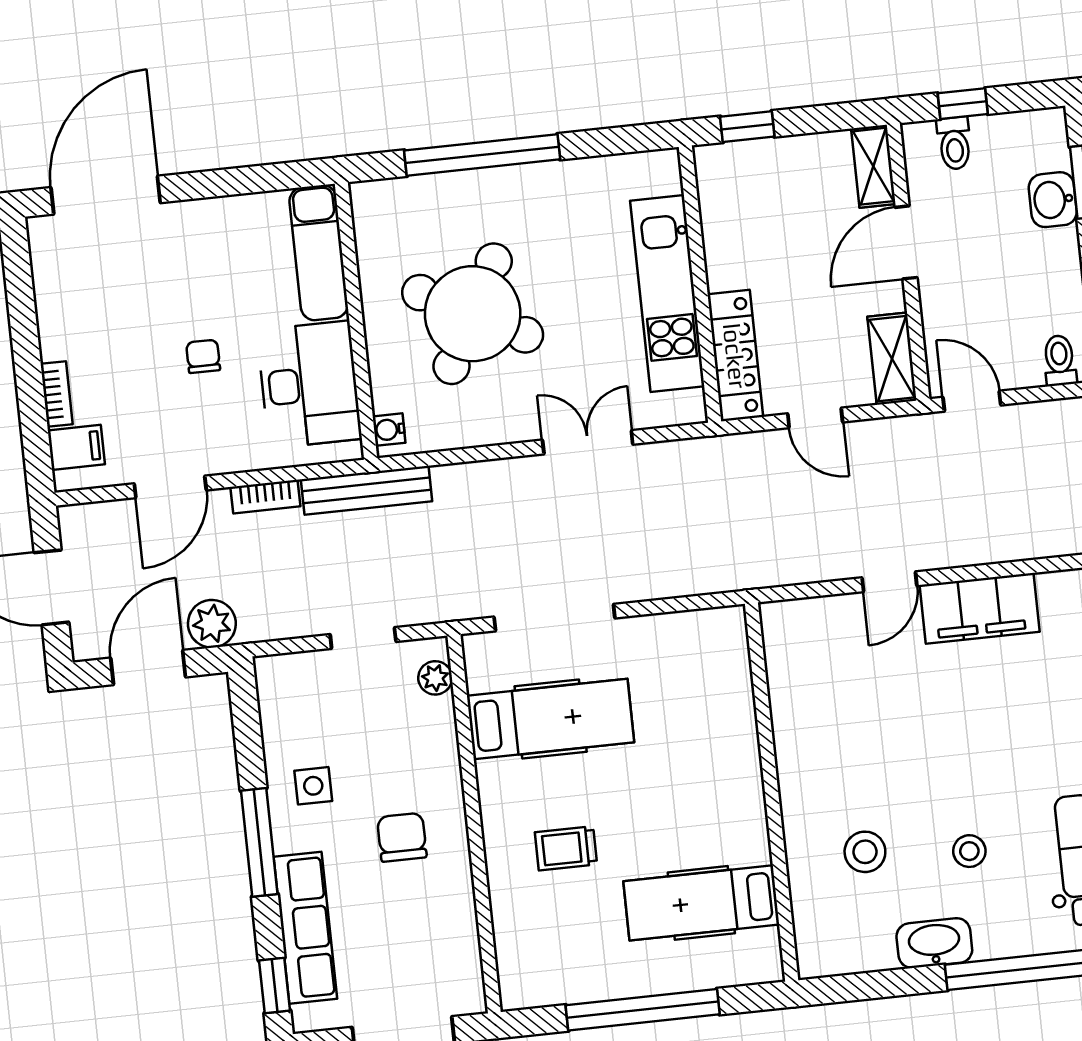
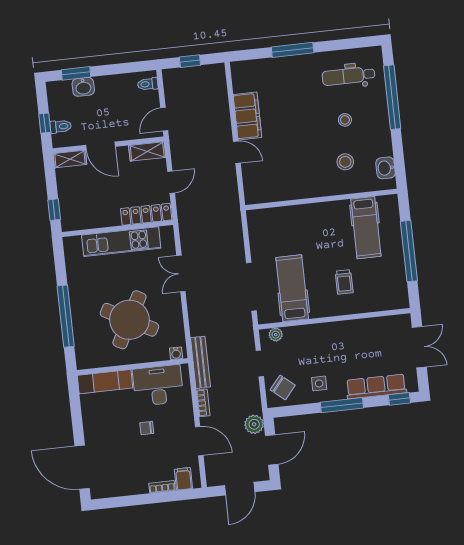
door: (148, 667) -> (272, 450), swing flipped
chair: (402, 837) -> (283, 387), moved, turned -140
washbasin: (934, 943) -> (386, 168), moved, width x0.72

